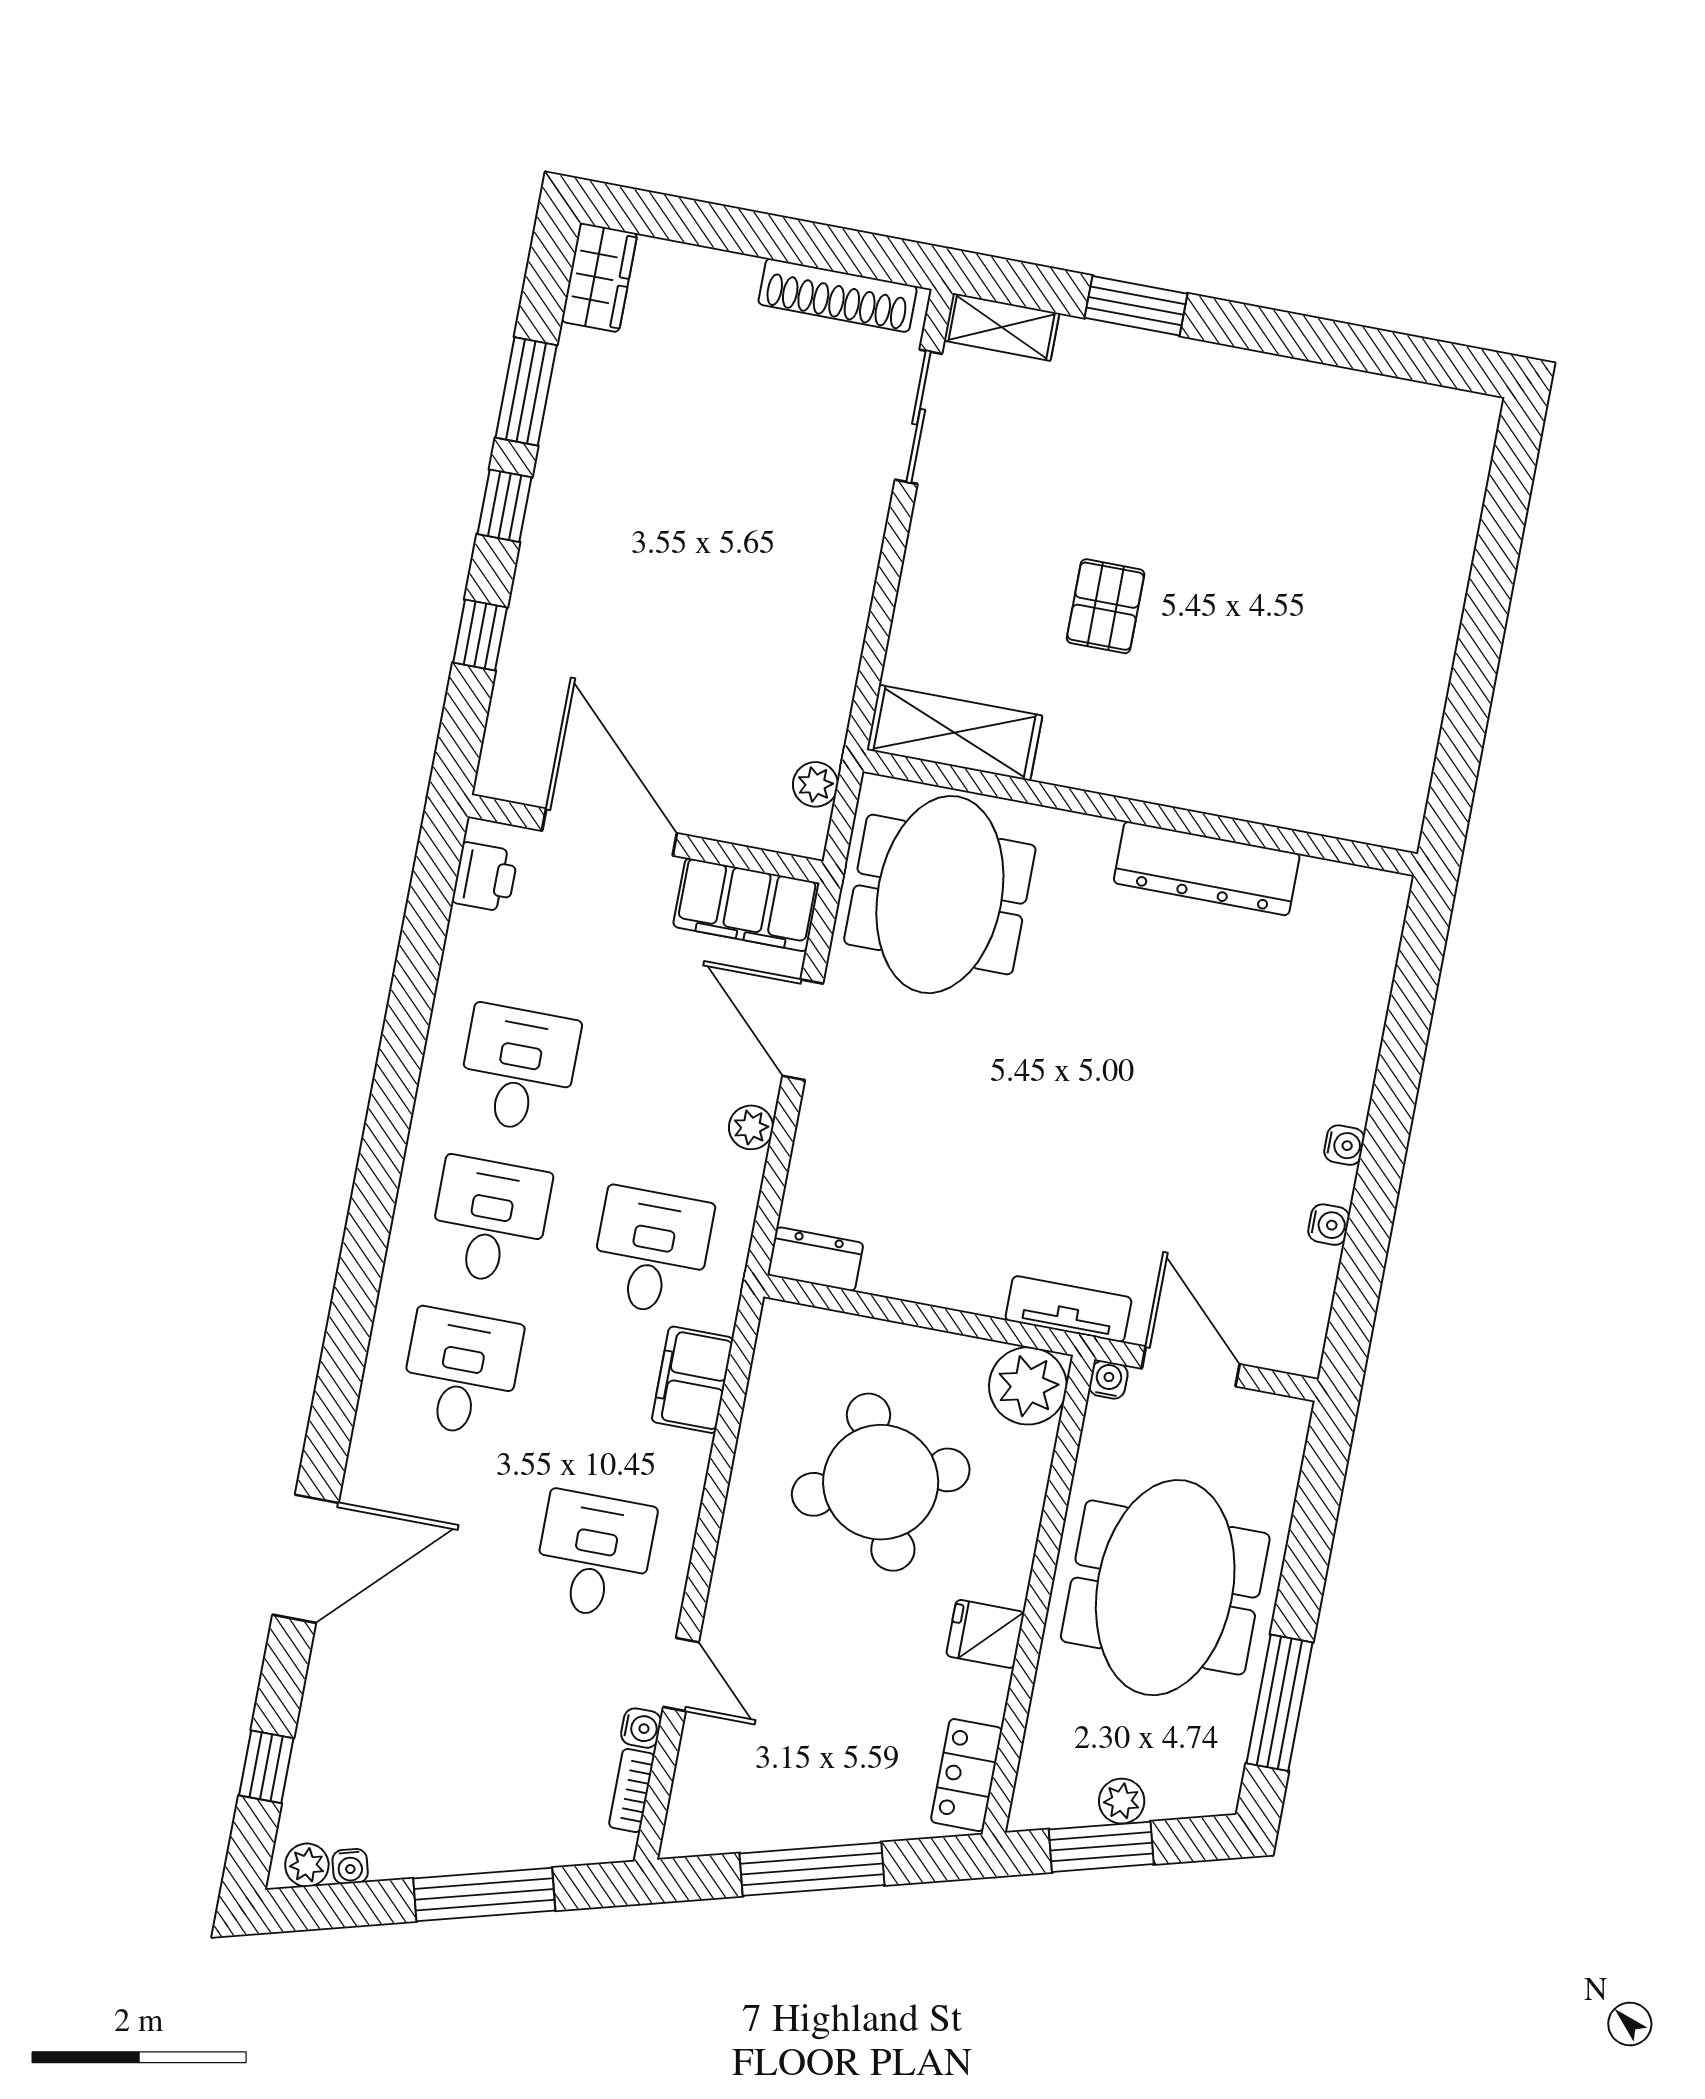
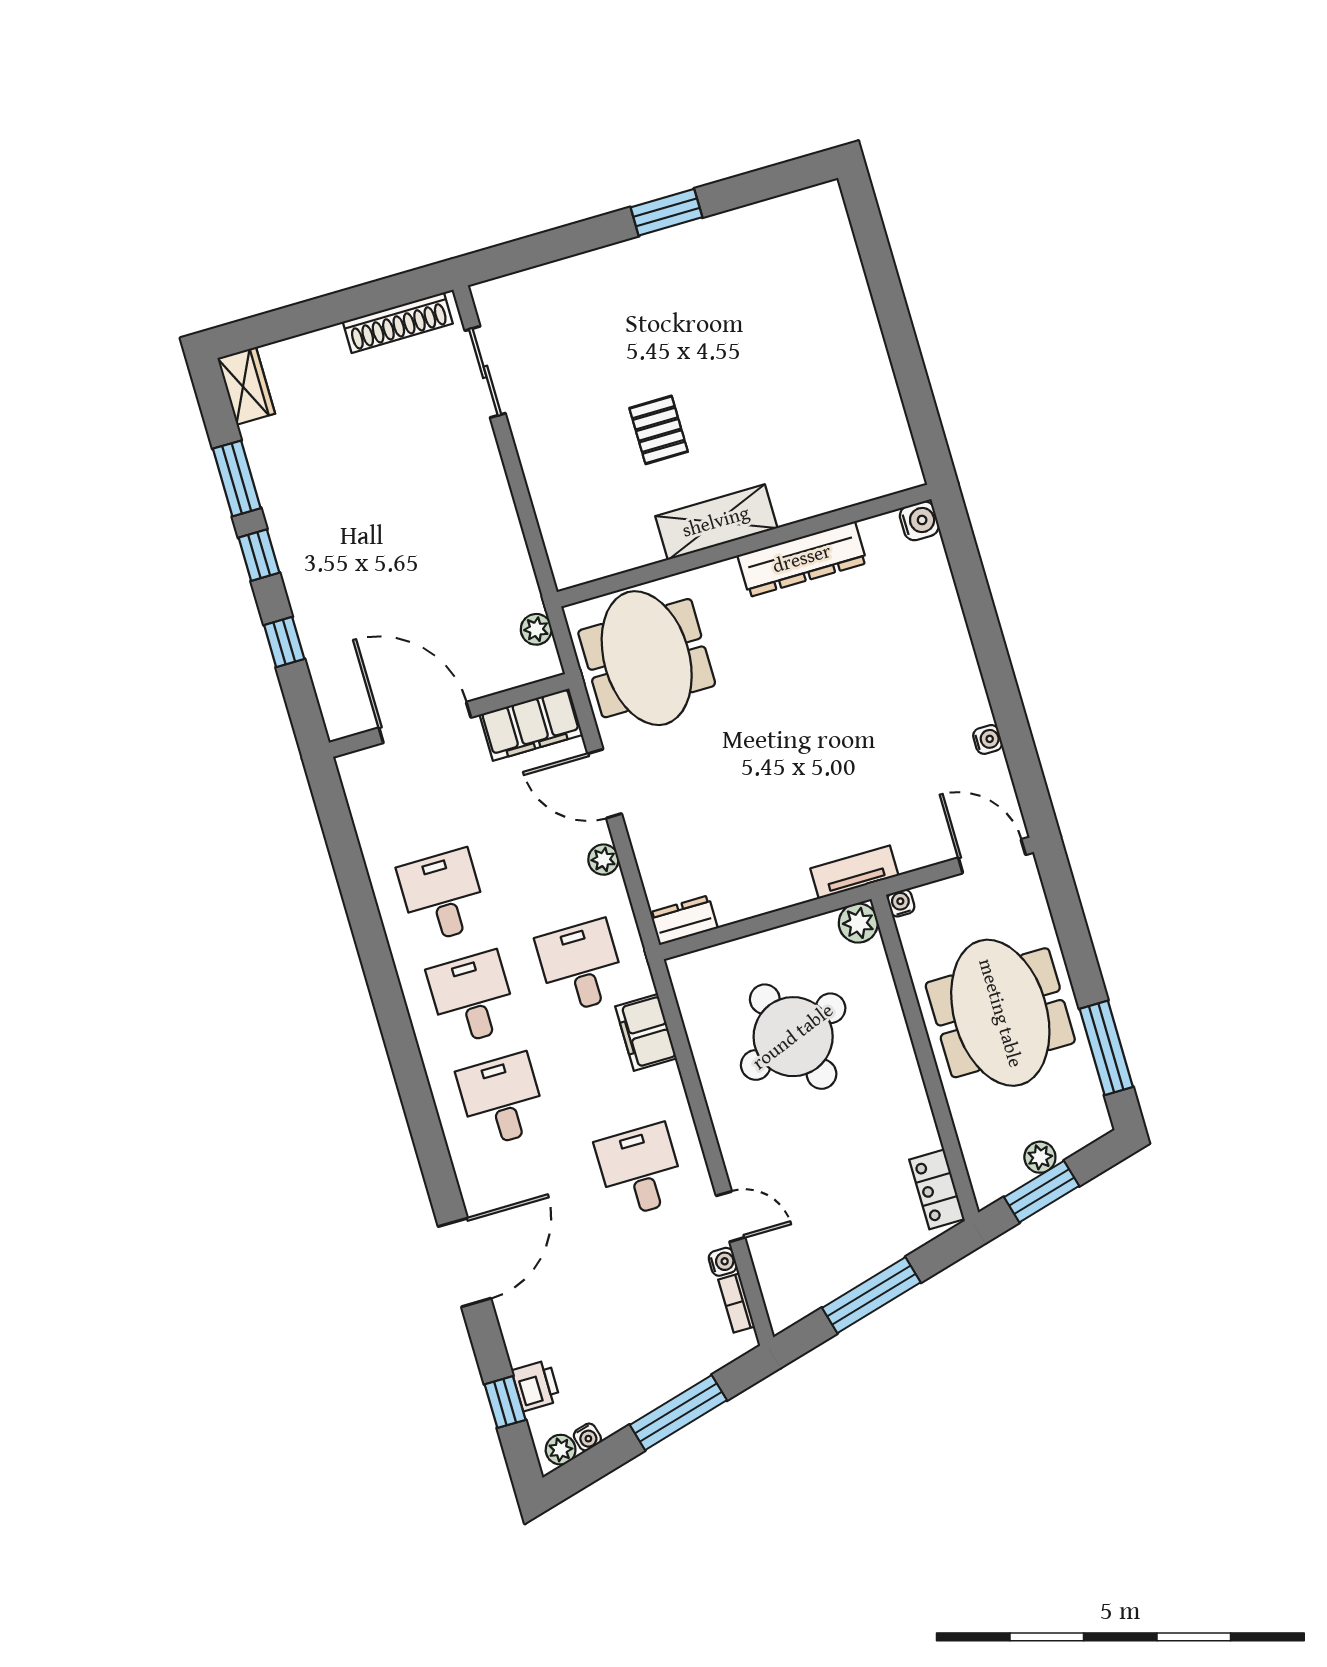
window: (1136, 306) -> (666, 212), moved
shelving: (1002, 327) -> (508, 291), removed
shelving: (954, 733) -> (716, 522), moved
printer: (485, 877) -> (536, 1385), moved
water cooler: (1344, 1145) -> (919, 521), moved, width x1.38, depth x1.38
door: (1191, 1366) -> (992, 856), moved
plant: (1028, 1386) -> (858, 923), width x0.73, depth x0.73
fridge: (985, 1634) -> (904, 1097), removed

